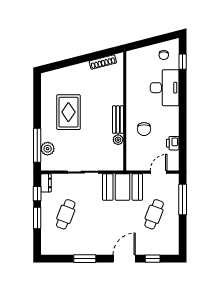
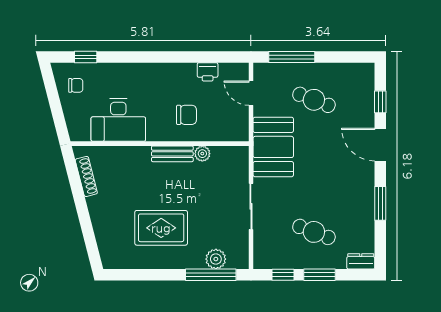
desk: (165, 88) -> (118, 120), moved, turned 180
dresser: (46, 183) -> (361, 261), moved

